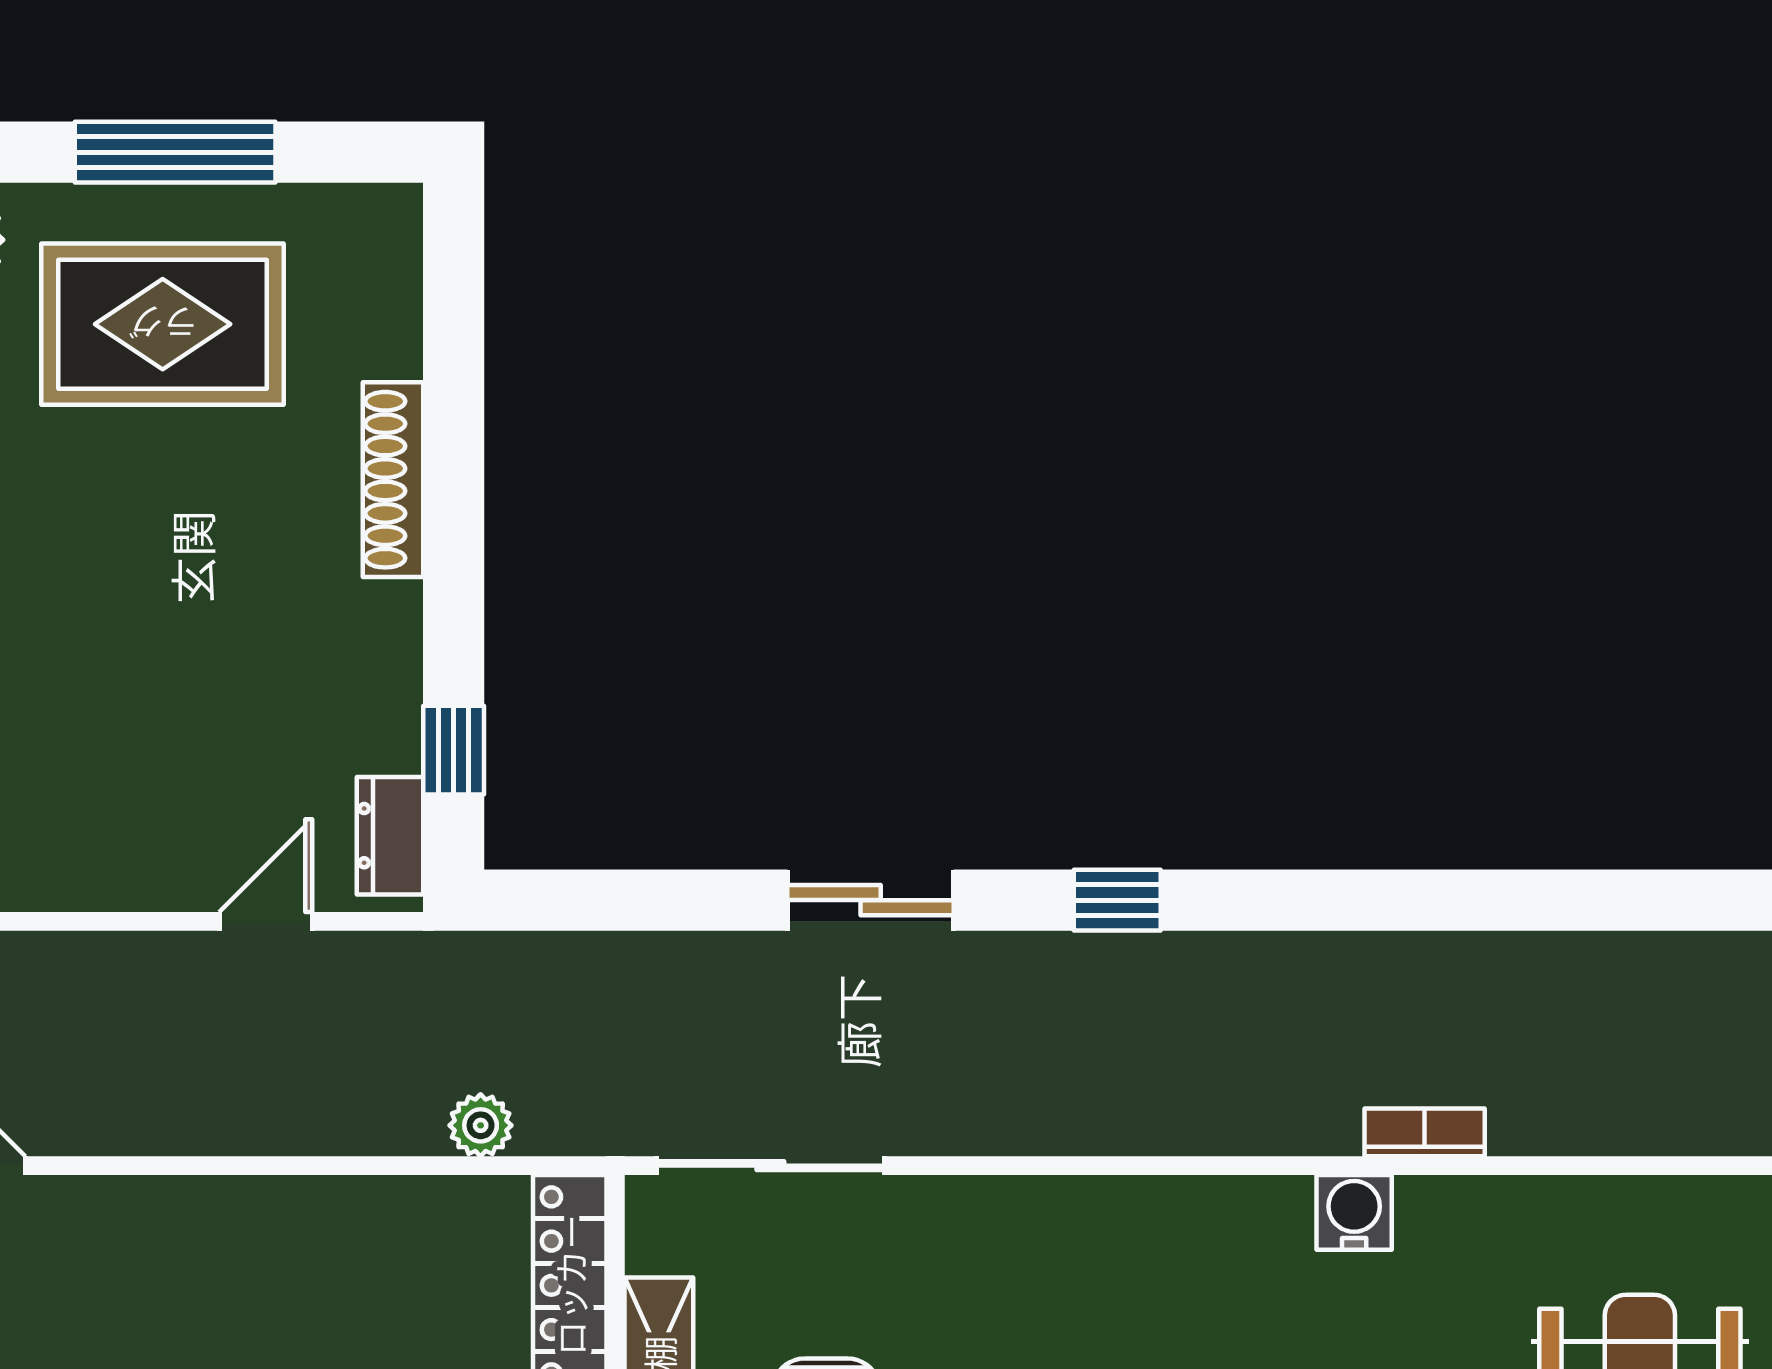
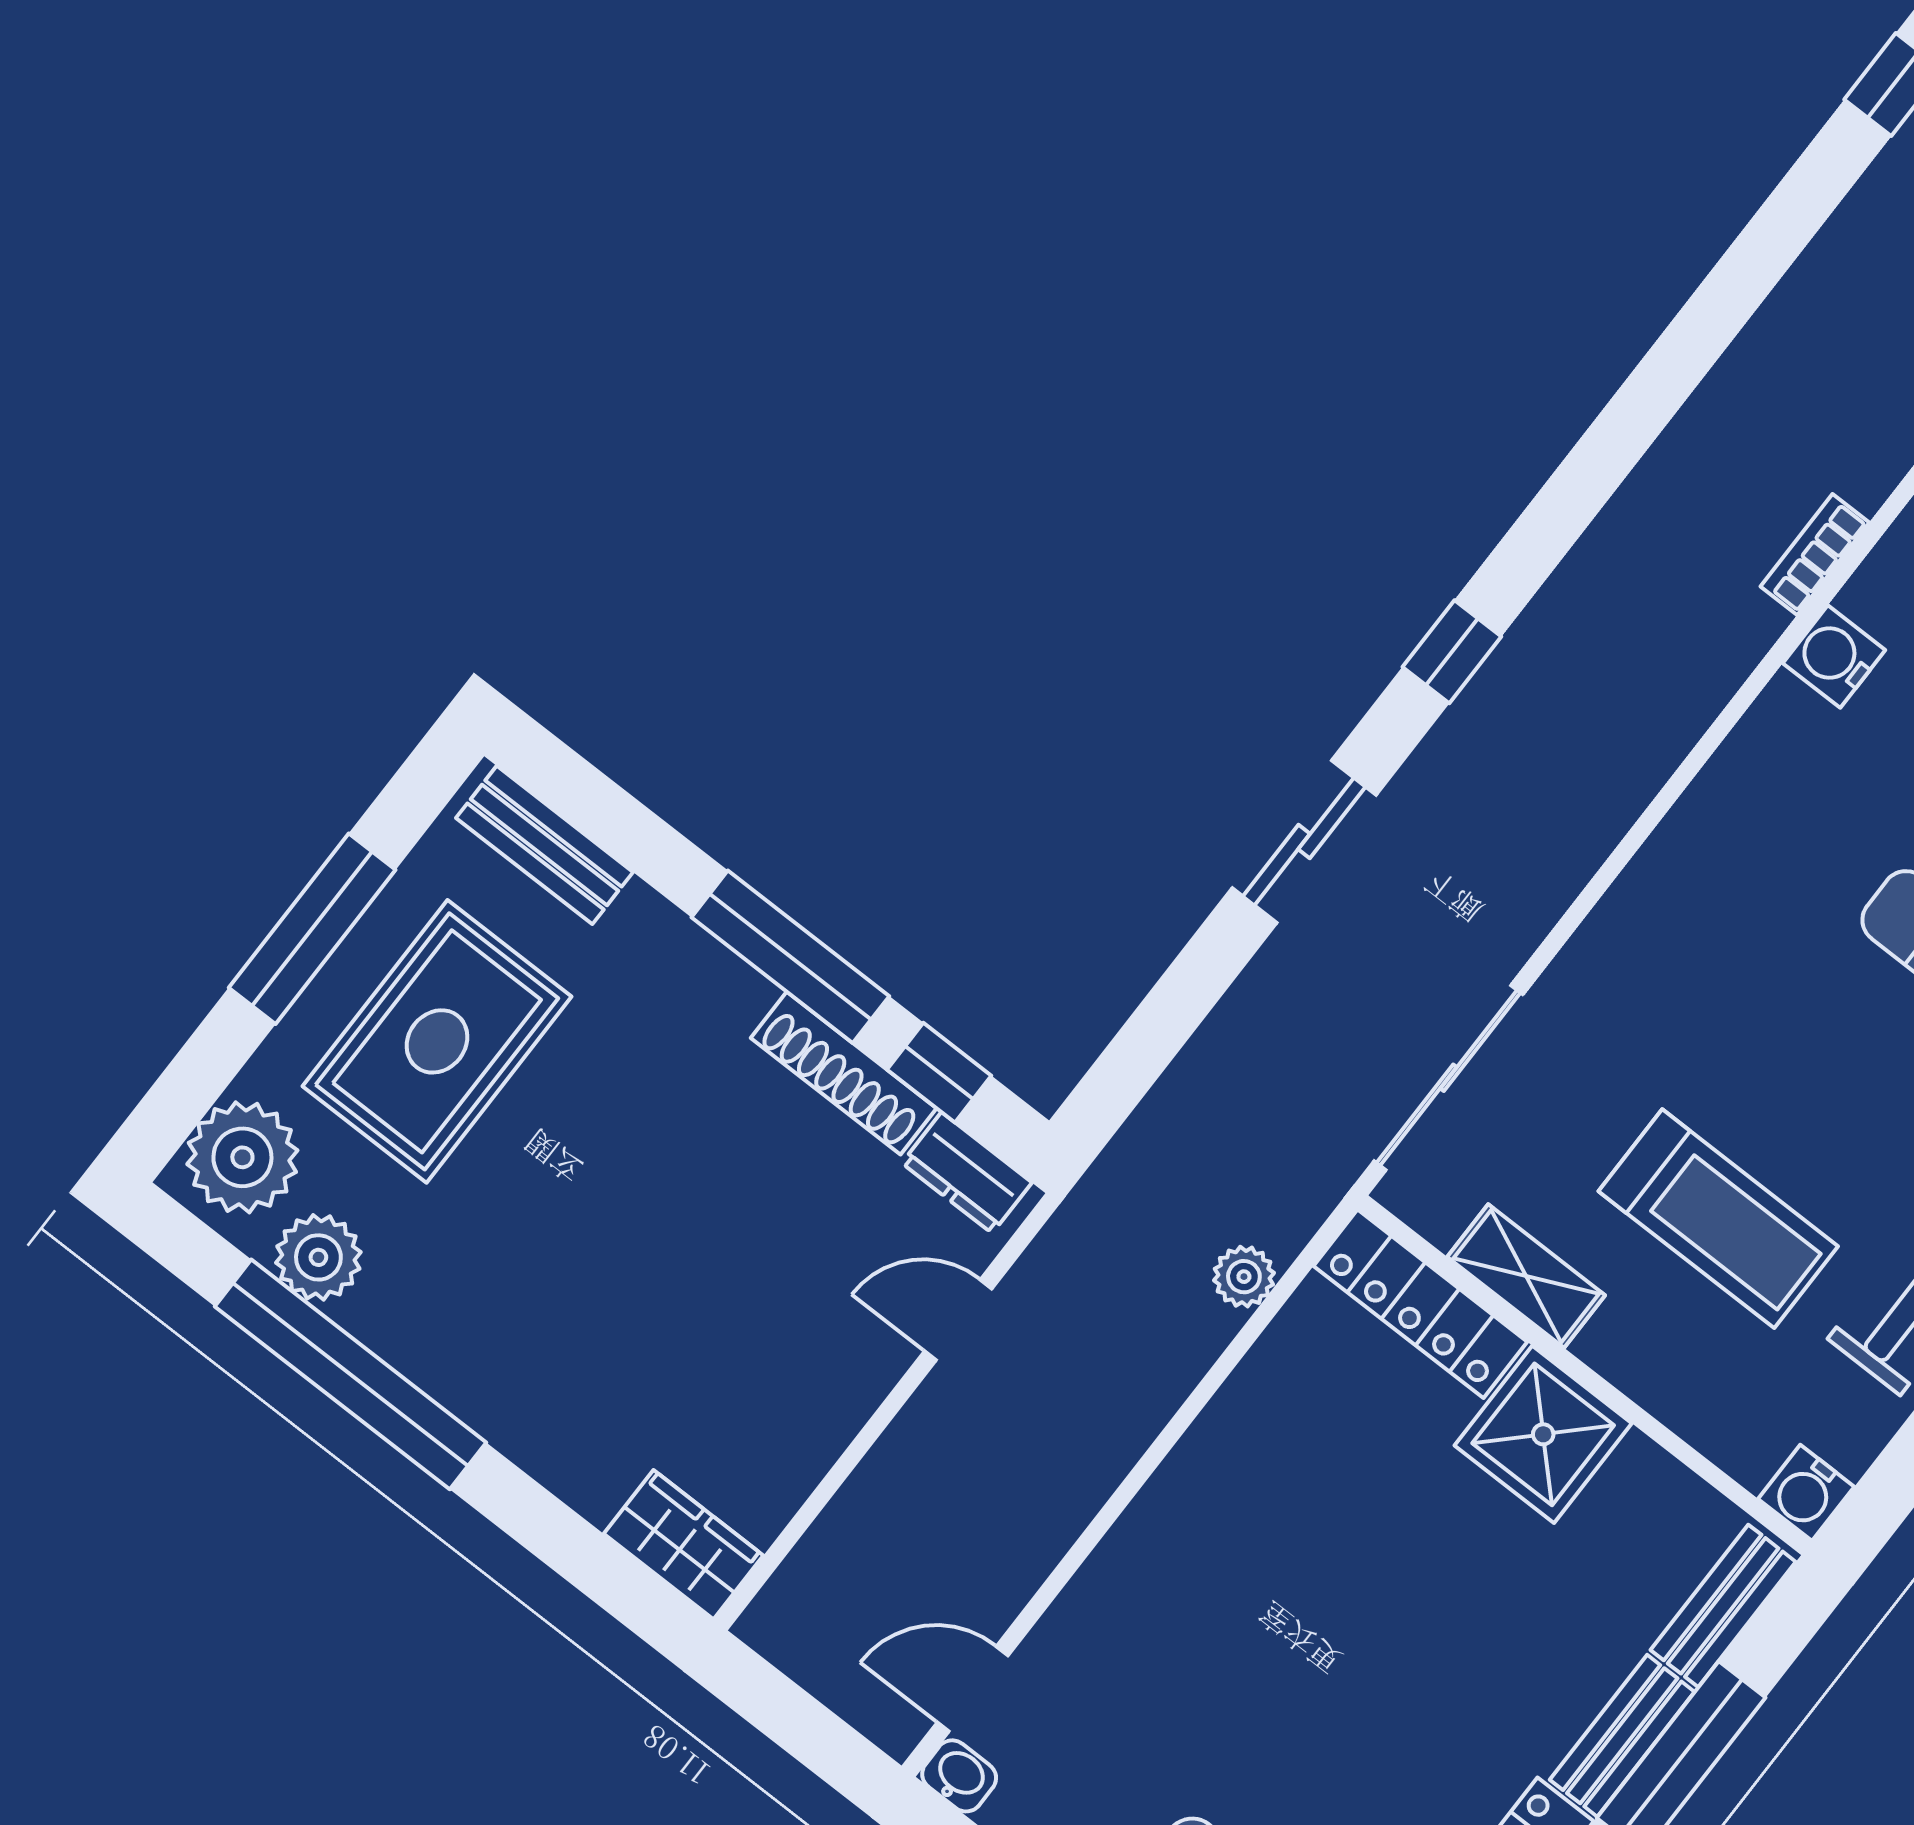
bench: (389, 287) -> (545, 845), added
shoe rack: (393, 480) -> (844, 1073), moved
window: (454, 557) -> (790, 957), added
door: (266, 921) -> (958, 1320), hinge flipped

